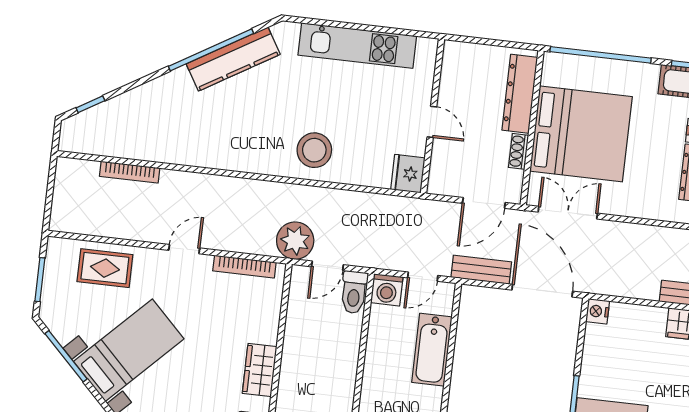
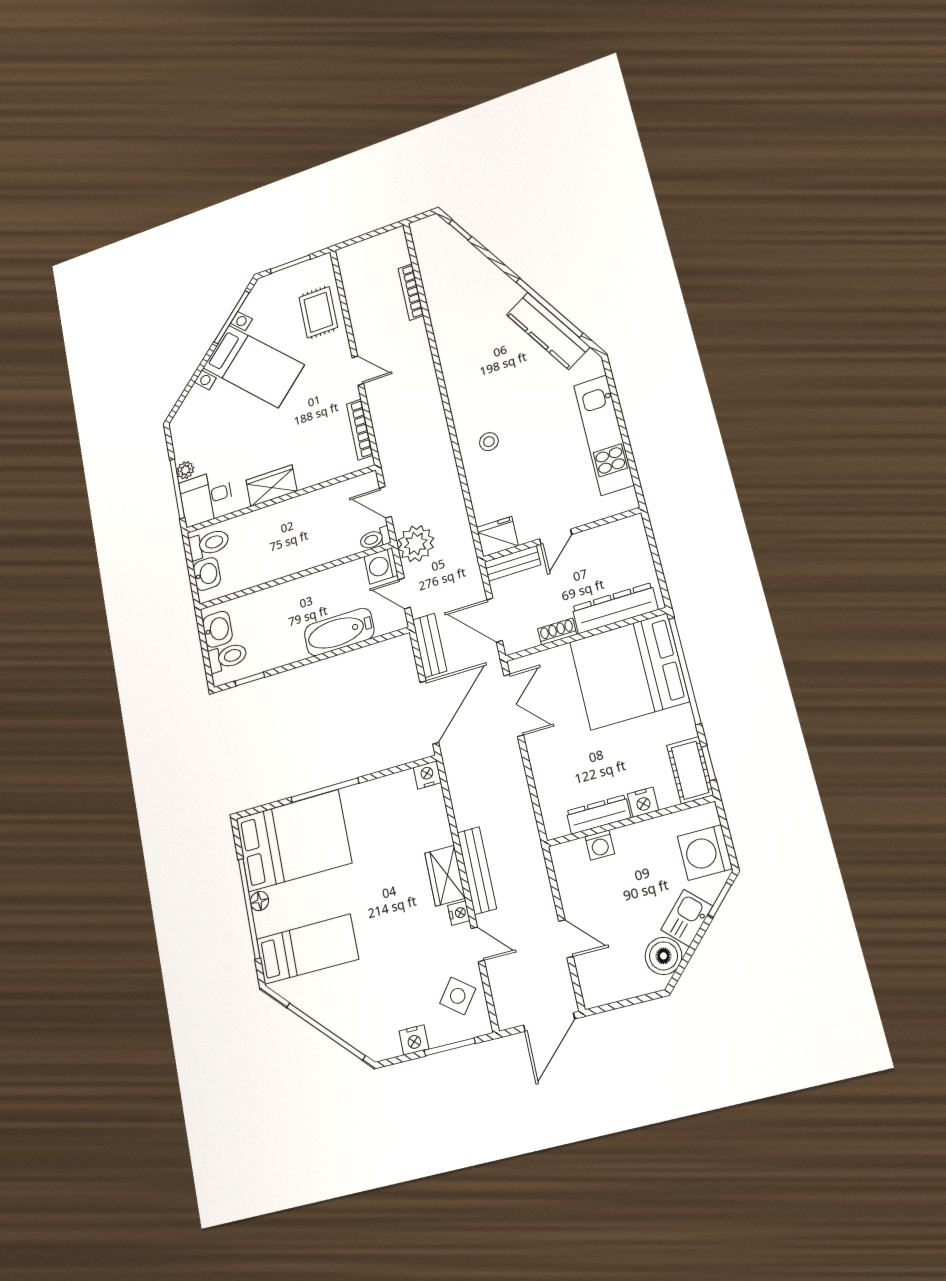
bed: (581, 134) -> (629, 672), moved, turned 90
stool: (314, 150) -> (489, 442), width x0.53, depth x0.53
bench: (439, 169) -> (512, 563), added
plant: (295, 241) -> (416, 544), moved
toilet: (354, 292) -> (375, 539), width x0.73, depth x0.72

